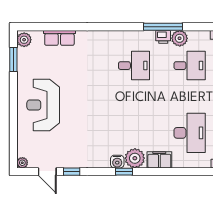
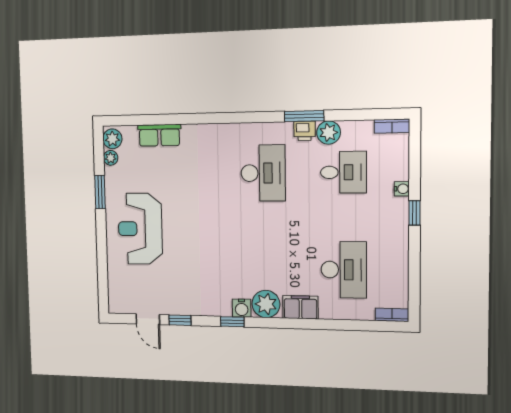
window: (163, 27) -> (304, 116), width x0.69
window: (13, 59) -> (100, 192), moved
desk: (134, 66) -> (263, 173), width x1.37
plant: (22, 163) -> (111, 158), moved
window: (124, 172) -> (232, 322), moved

